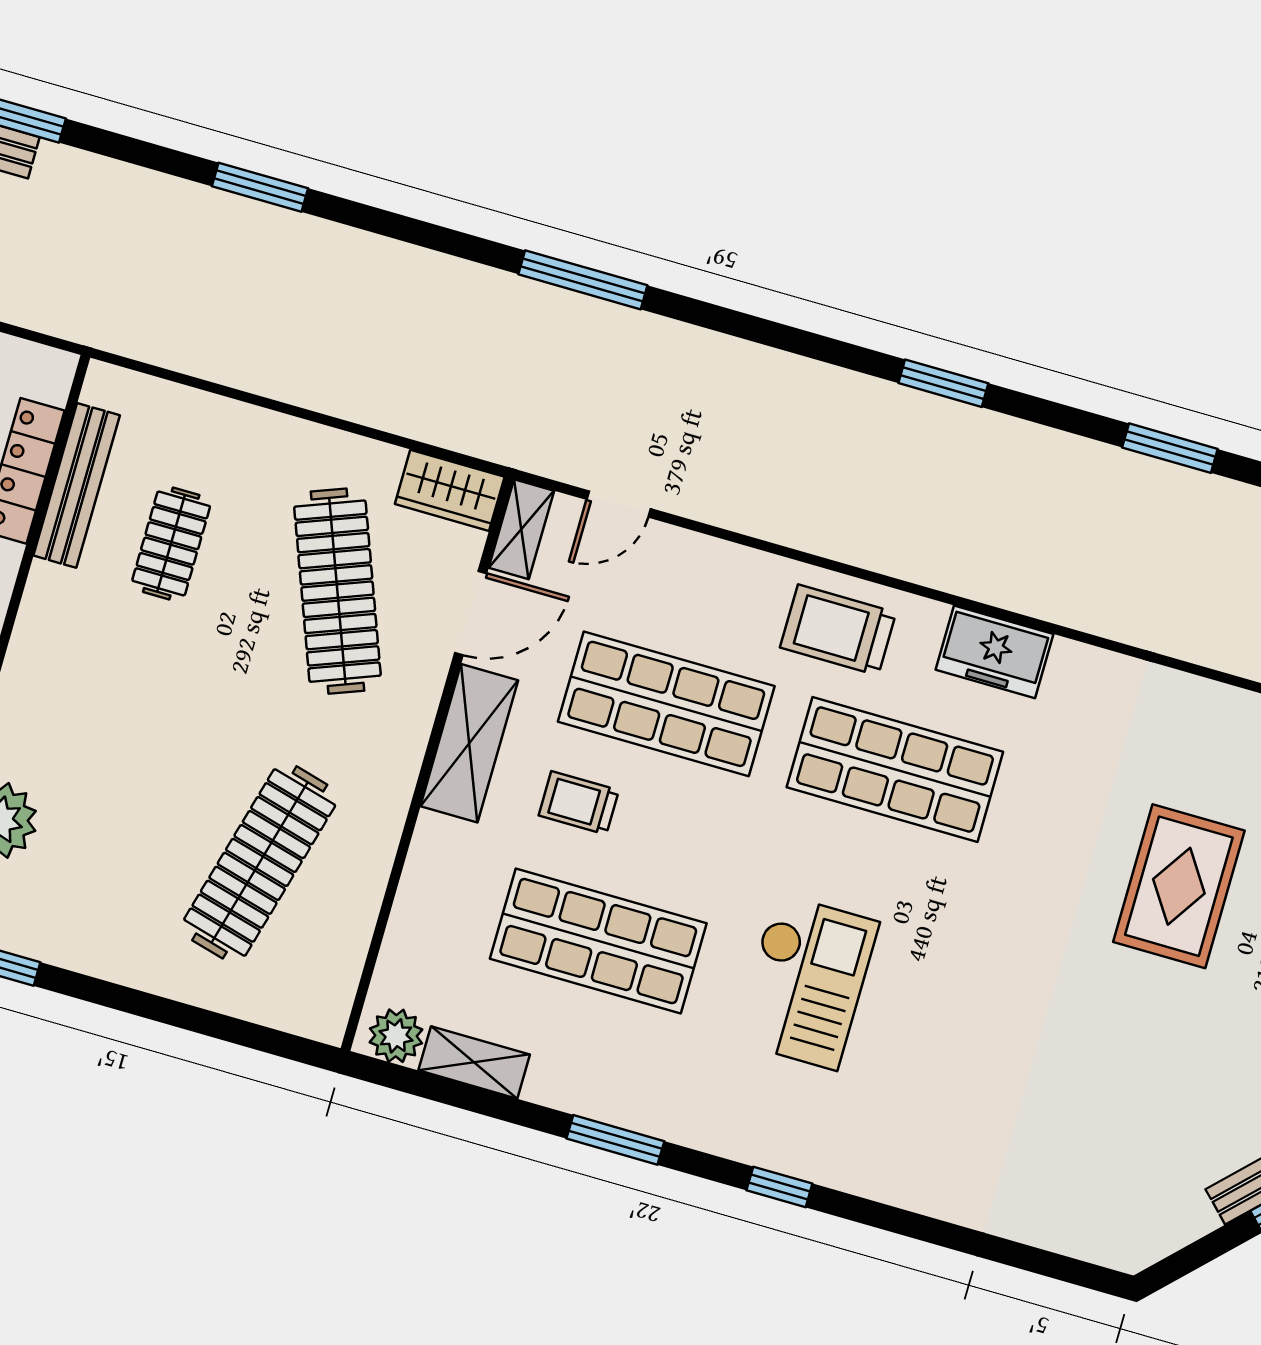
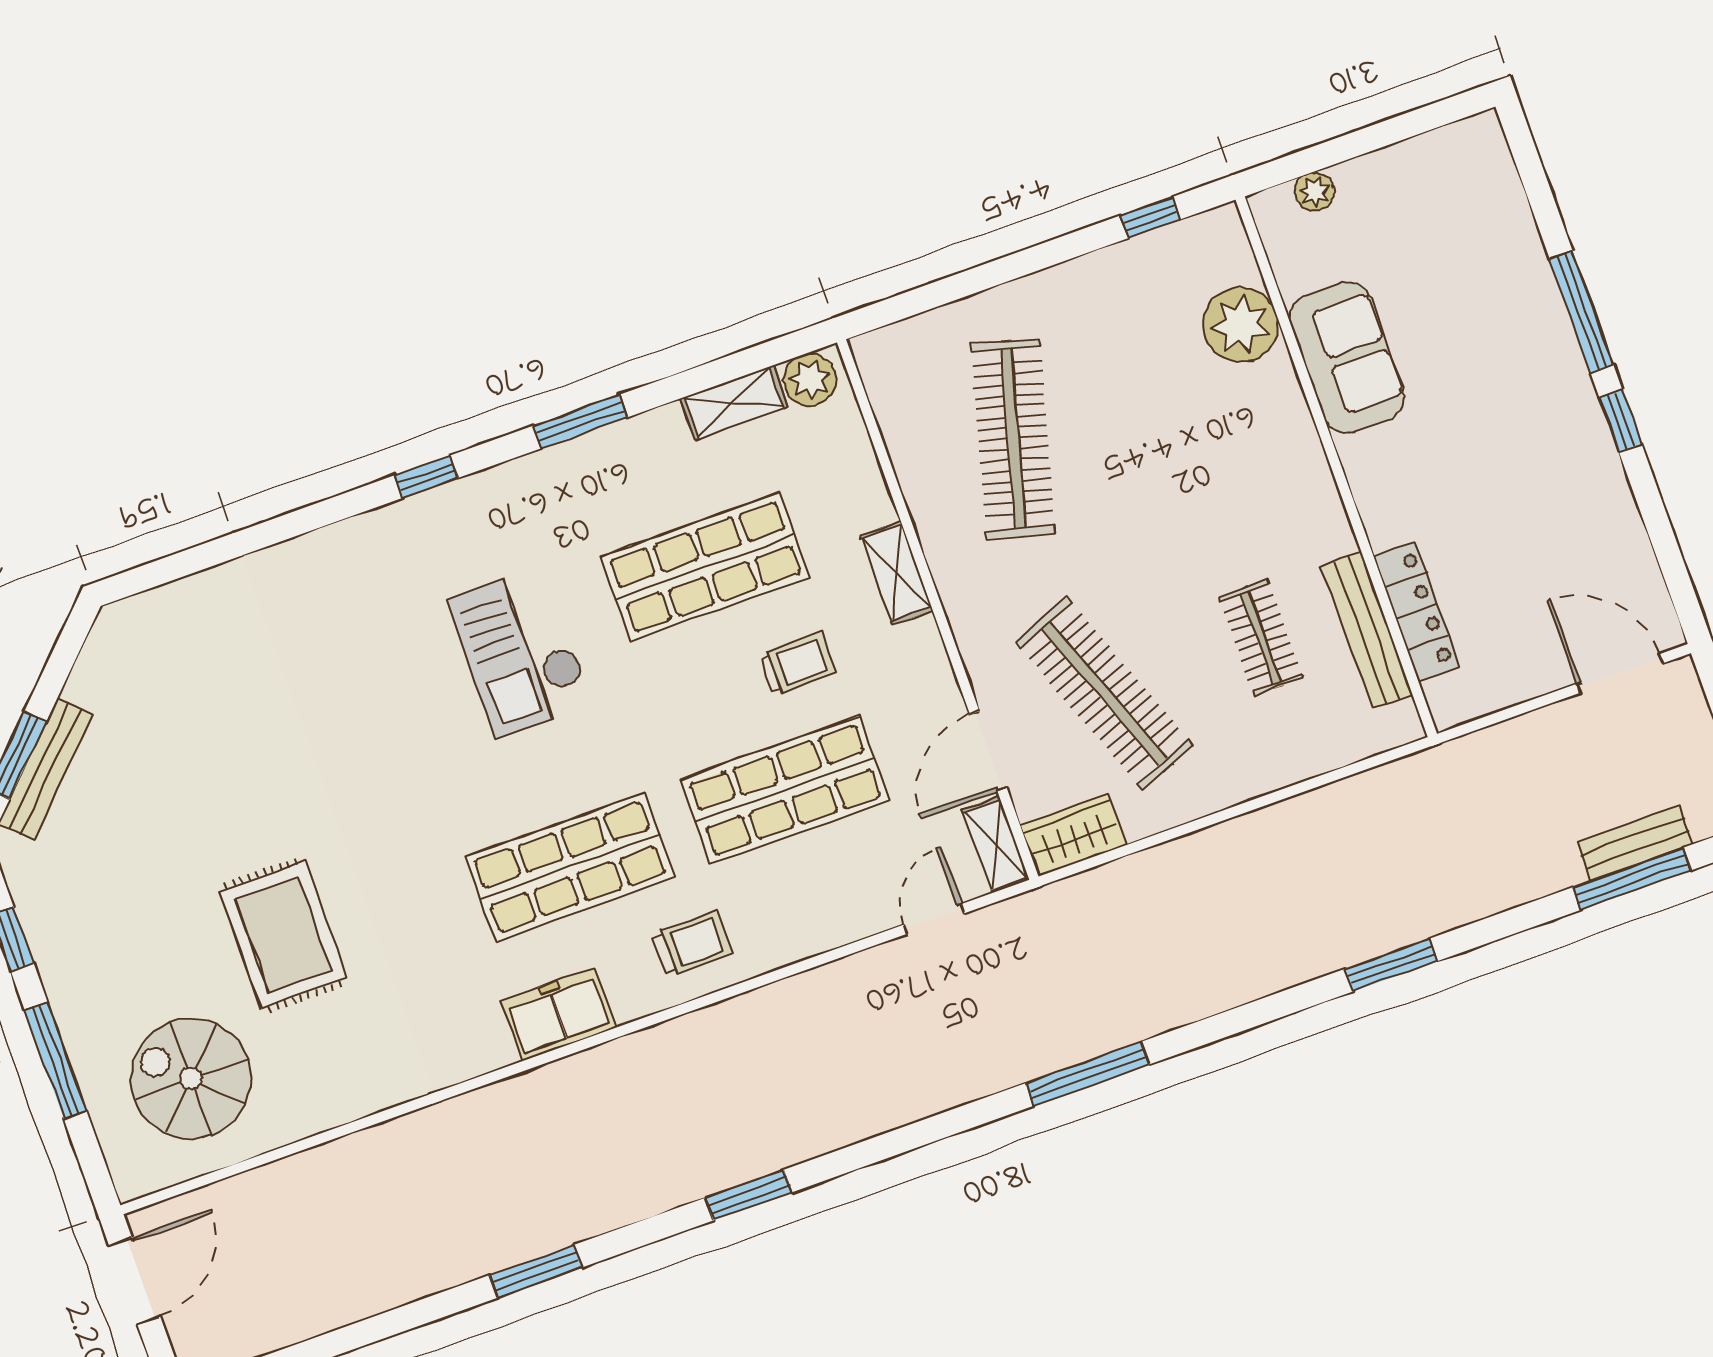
trolley: (838, 630) -> (692, 944), width x0.73, depth x0.72
shelving: (469, 743) -> (897, 573), moved, width x0.67, depth x0.75

